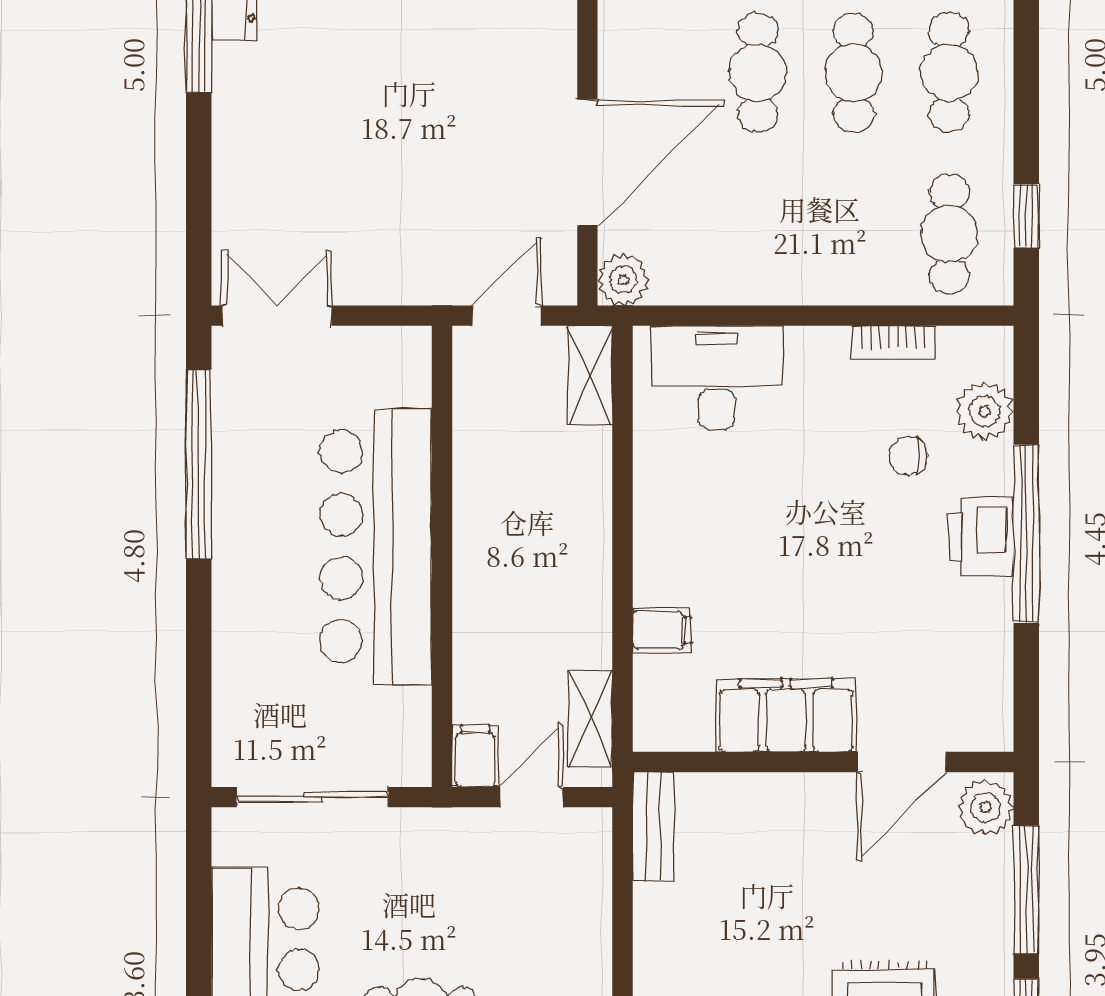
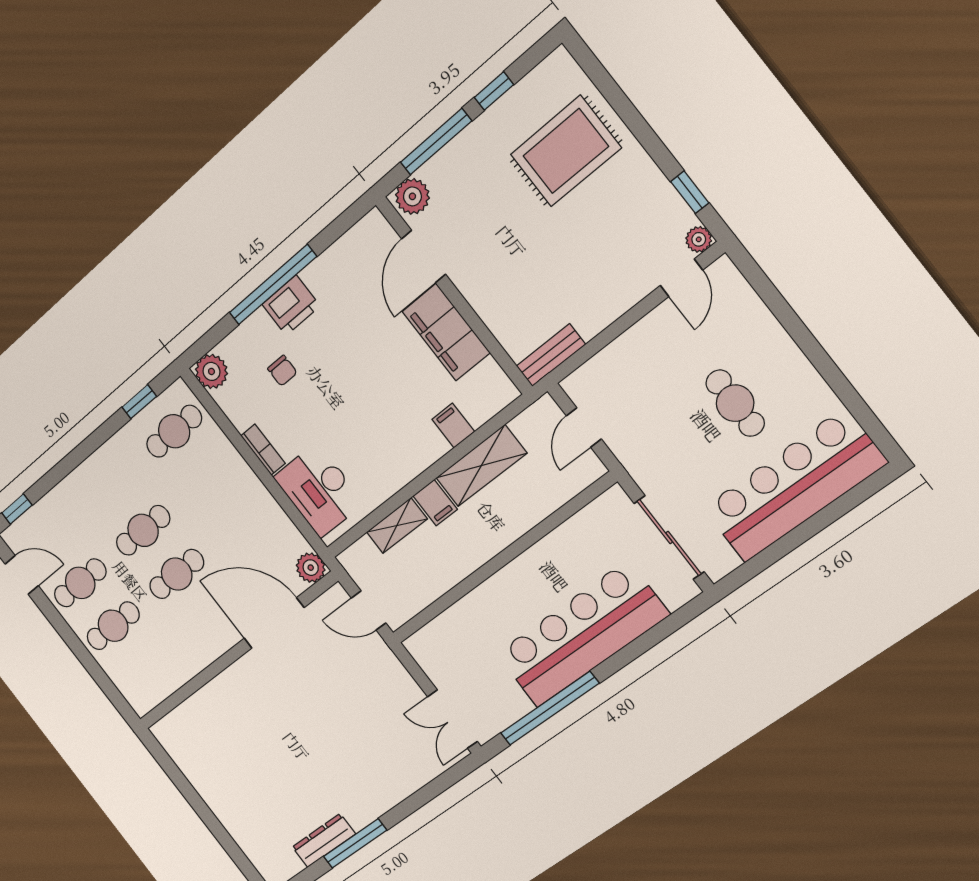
cafe table: (949, 72) -> (109, 487), removed
bookcase: (893, 342) -> (263, 450), moved
shelving: (590, 375) -> (397, 526), moved
plant: (985, 411) -> (211, 371), moved
bar counter: (376, 546) -> (582, 634), moved, turned 180
shelving: (591, 719) -> (481, 466), moved, width x1.50, depth x1.33
filing cabinet: (475, 756) -> (435, 503), moved, turned -90
door: (902, 762) -> (424, 256), swing flipped
door: (532, 797) -> (584, 427), hinge flipped

